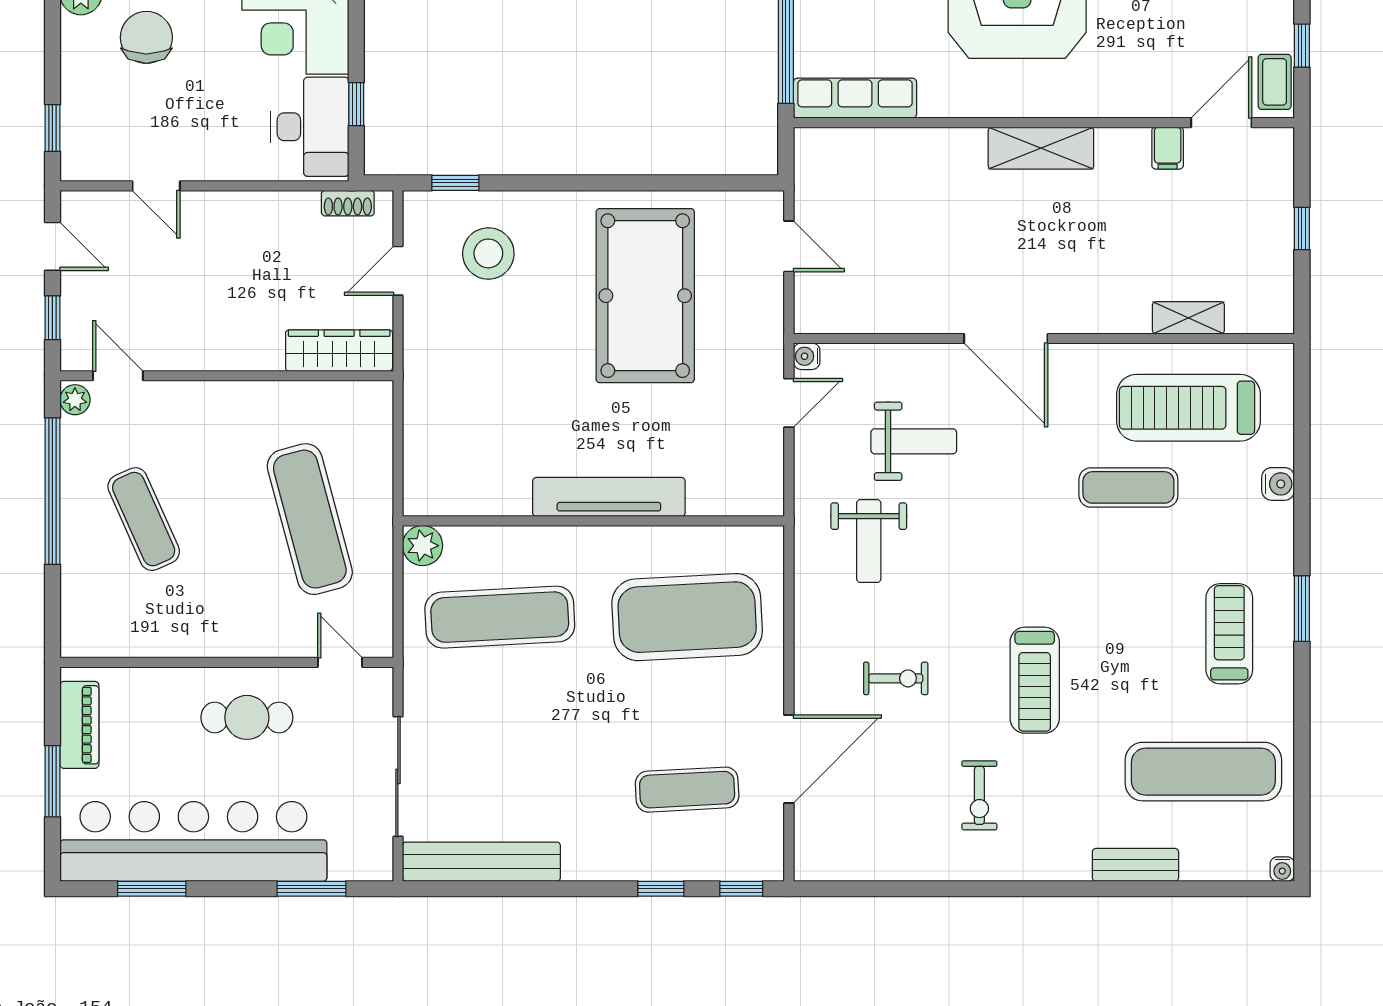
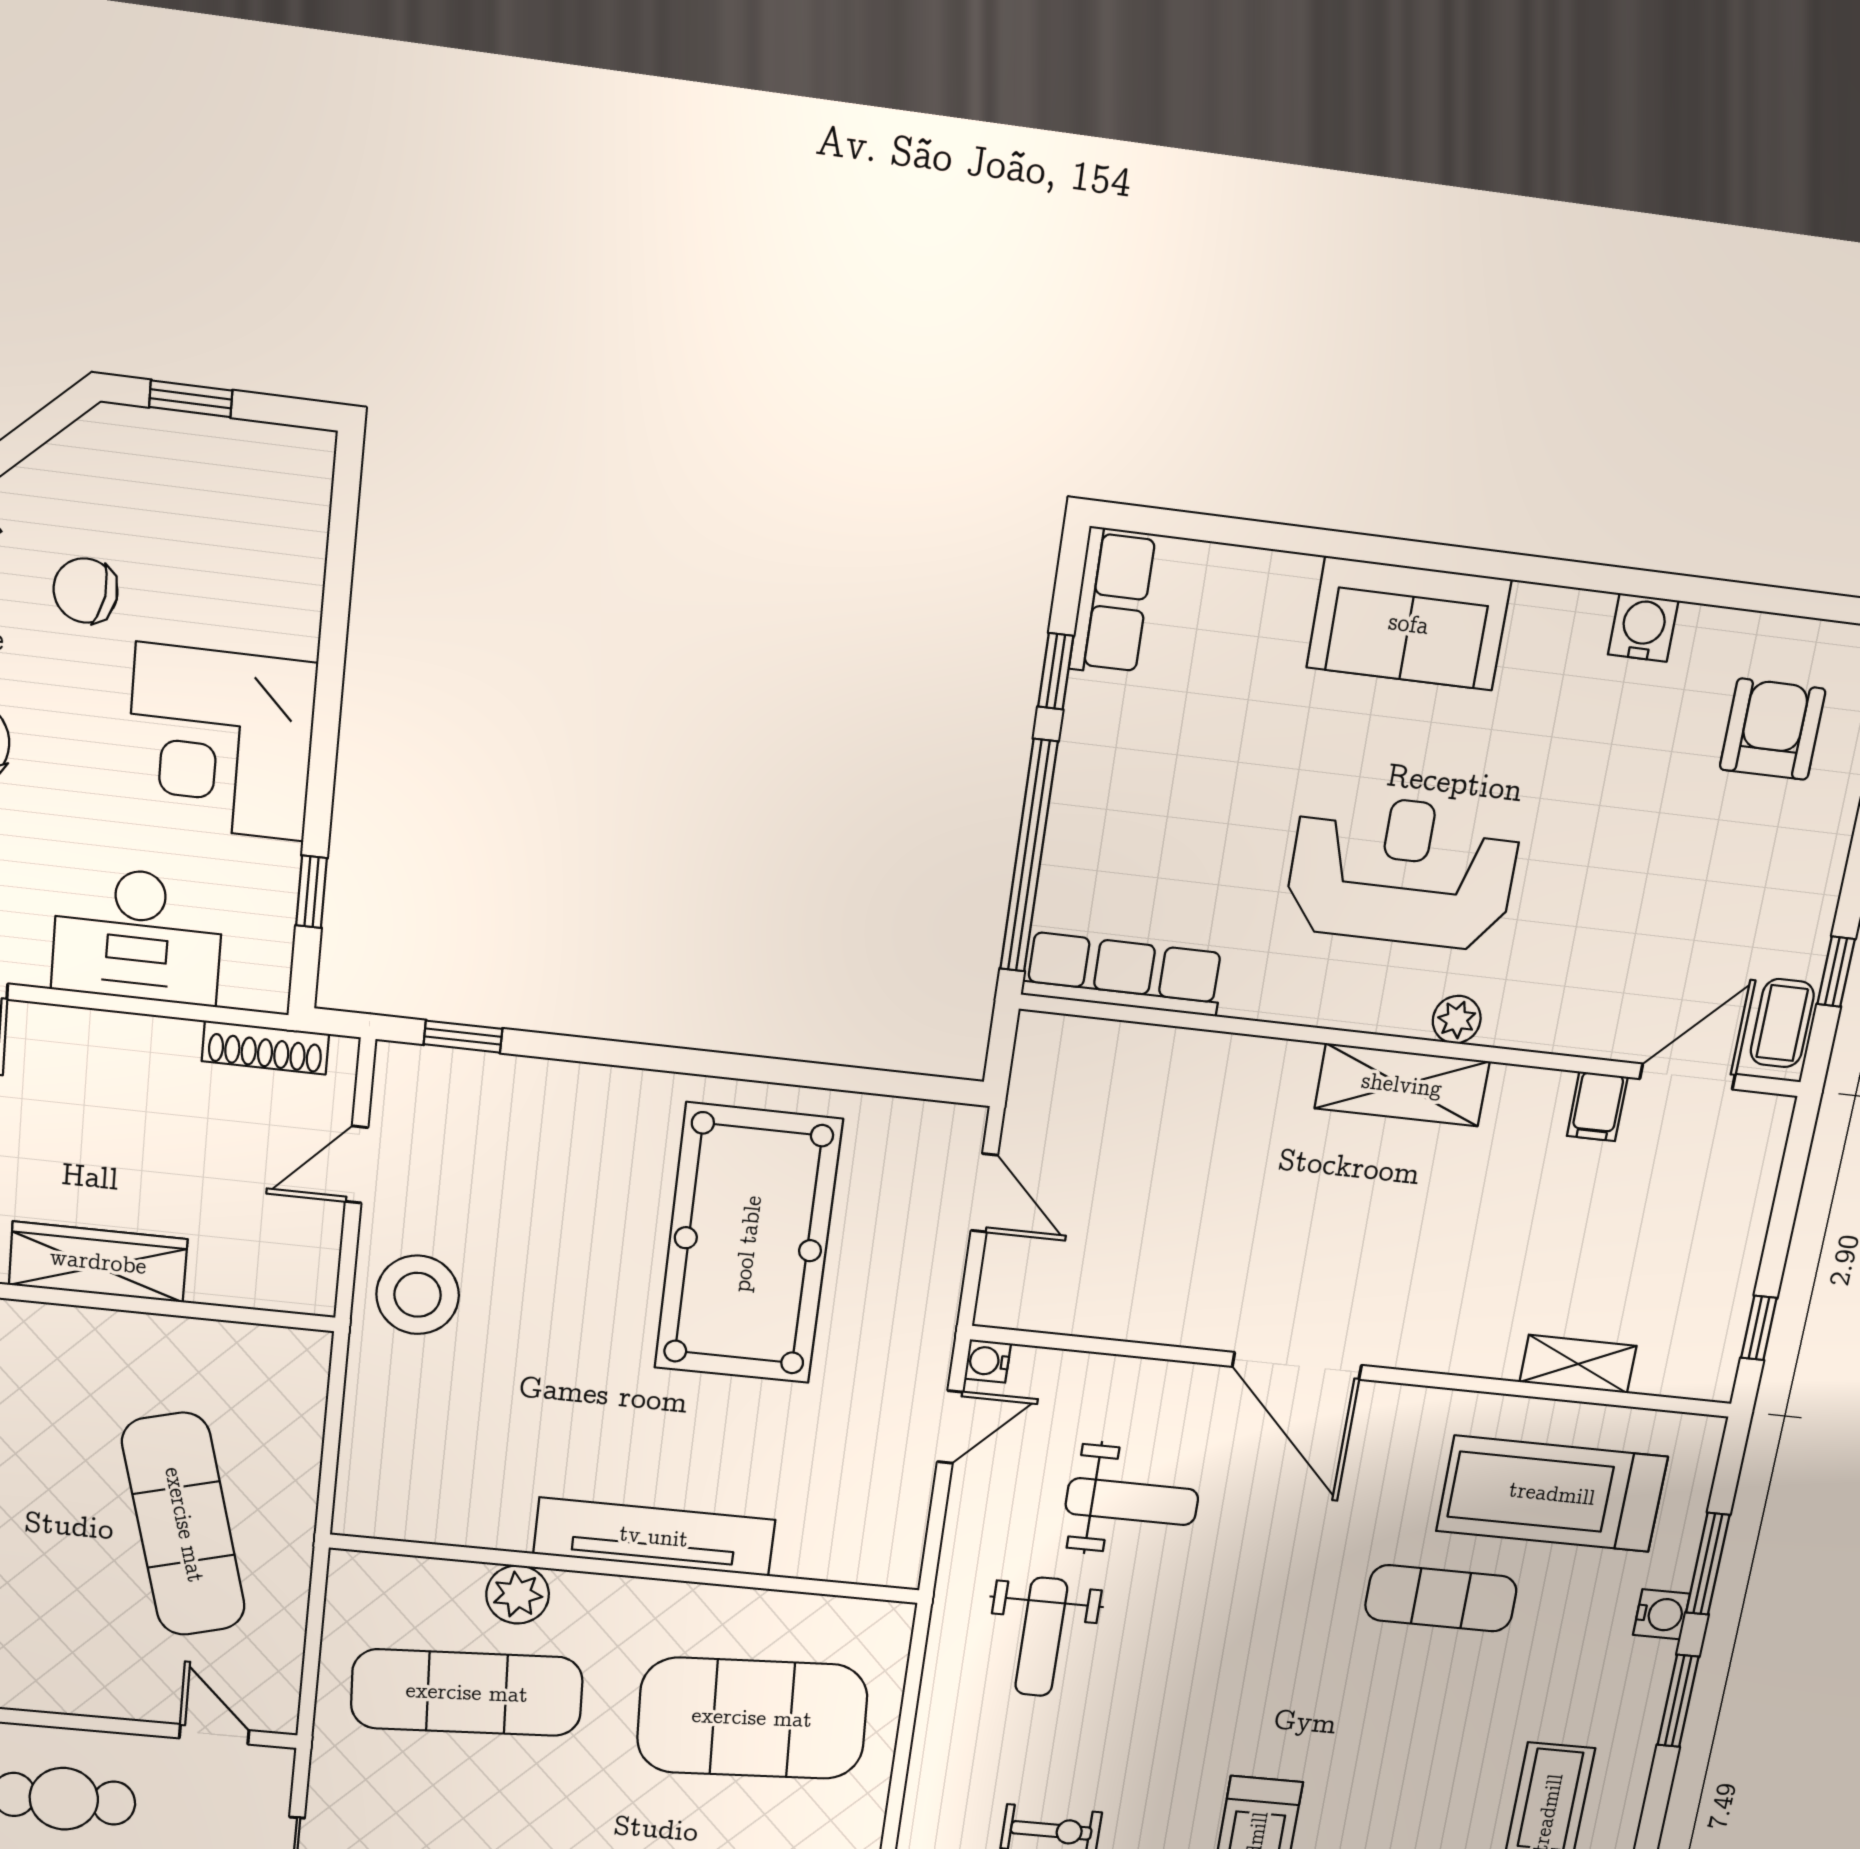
plant: (1068, 103) -> (1457, 1020), added
desk: (310, 127) -> (138, 935), moved, turned 90
shoe rack: (348, 203) -> (265, 1048), width x1.43
window: (1302, 229) -> (1759, 1328), moved
stool: (488, 253) -> (418, 1295), moved
wardrobe: (339, 351) -> (98, 1262), moved
window: (1302, 445) -> (1708, 1564), added
plant: (423, 546) -> (518, 1595), moved
window: (1302, 609) -> (1678, 1701), moved

